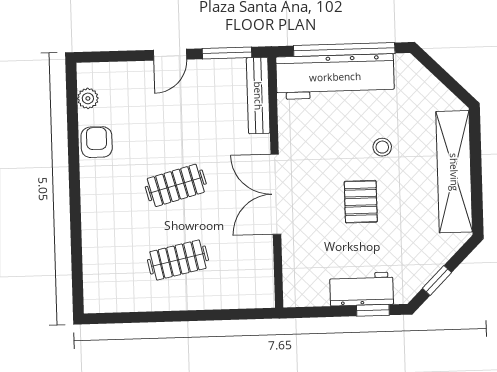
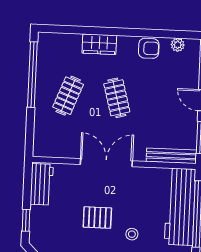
wardrobe: (96, 218) -> (99, 44), added
clothes rail: (178, 260) -> (68, 96), turned 33
workbench: (362, 289) -> (42, 184), moved
window: (150, 317) -> (32, 75), added

